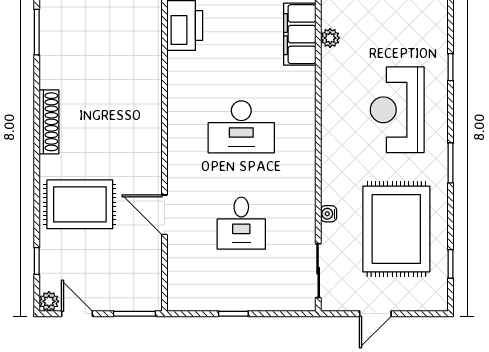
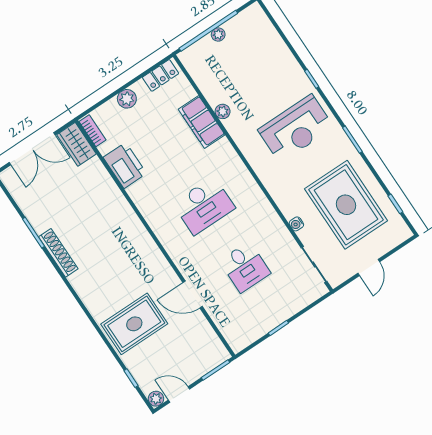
reception desk: (397, 110) -> (296, 129), turned -90
shoe rack: (49, 122) -> (58, 253), moved

